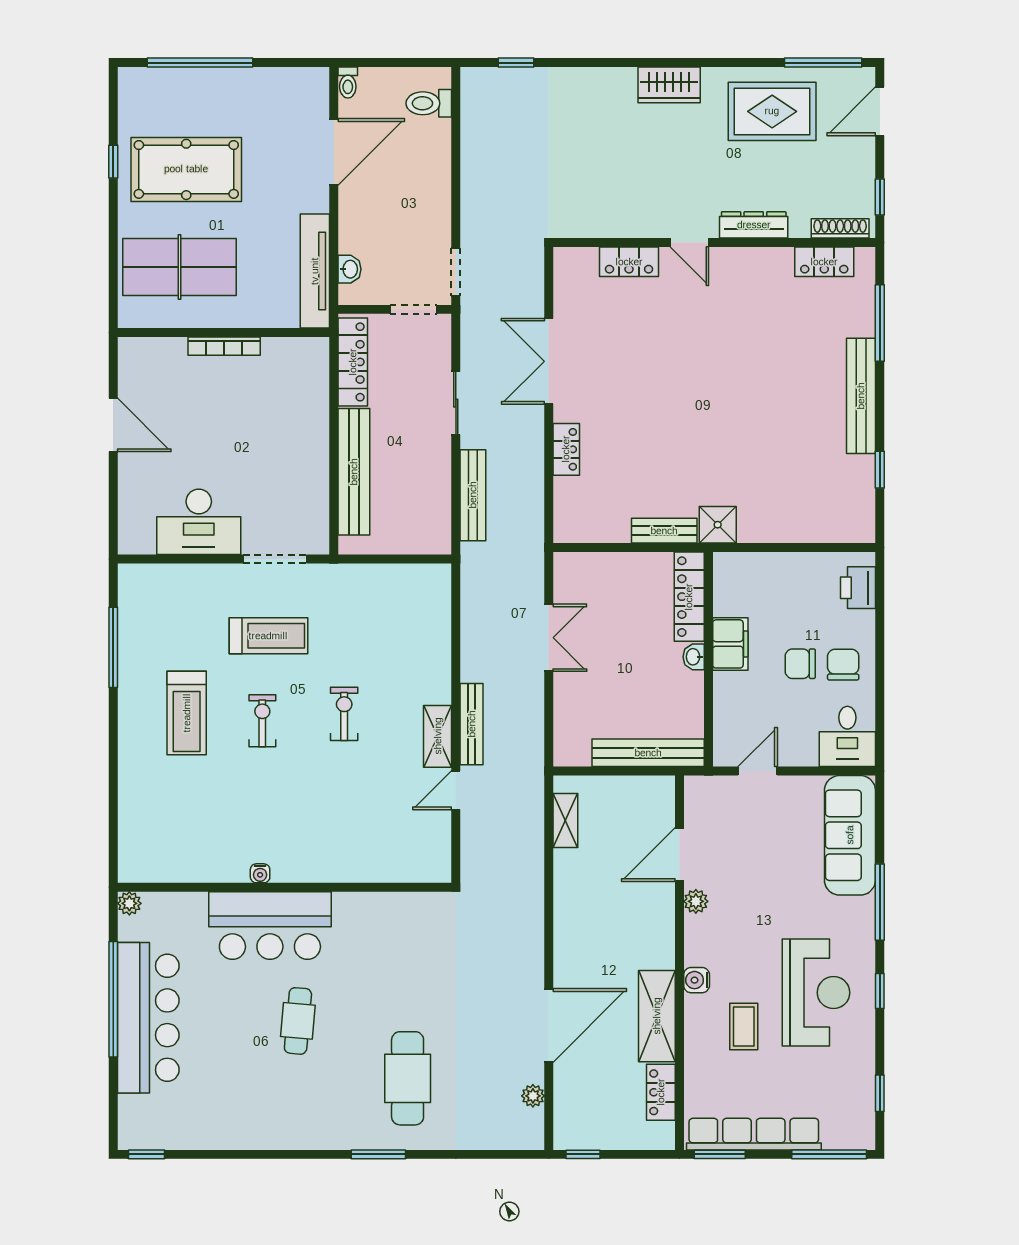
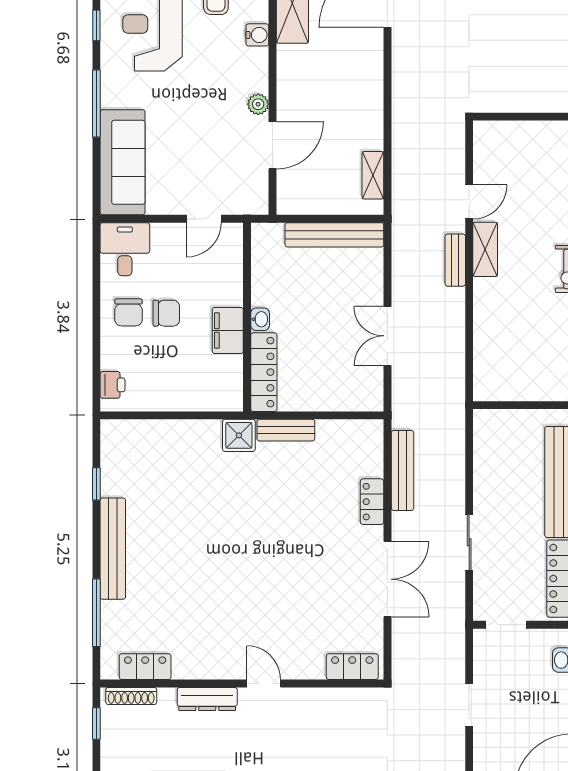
locker: (629, 262) -> (352, 667), moved
doorway: (456, 272) -> (469, 705), moved
bench: (473, 495) -> (402, 470), moved
printer: (858, 588) -> (112, 385), width x0.73, depth x0.81
bench: (472, 724) -> (455, 260), width x0.73
bench: (648, 753) -> (334, 235), moved

